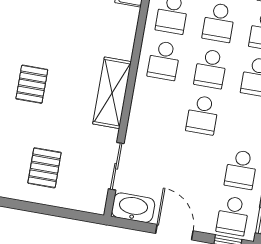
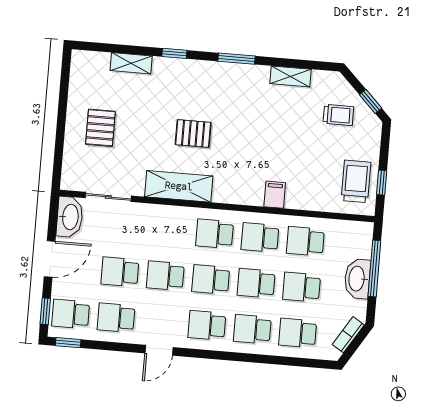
pallet: (32, 84) -> (193, 134), moved
school desk: (194, 161) -> (120, 272), added
pallet: (44, 168) -> (100, 128), turned 90

